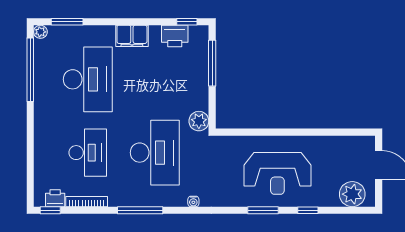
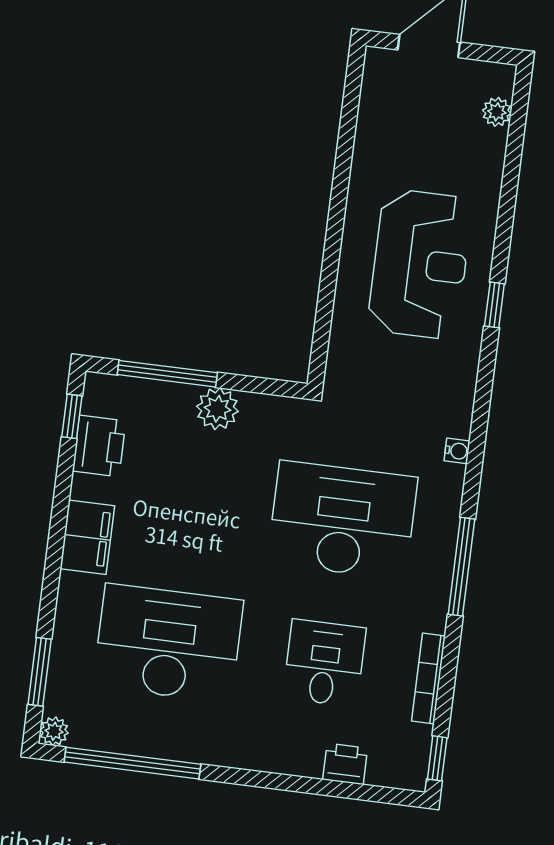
plant: (199, 121) -> (217, 409), moved
desk: (88, 153) -> (324, 663), width x0.73
plant: (352, 194) -> (497, 112), width x0.53, depth x0.53
printer: (55, 198) -> (345, 764), moved, turned 90
window: (263, 210) -> (494, 305), width x0.67
window: (308, 210) -> (507, 209), removed

